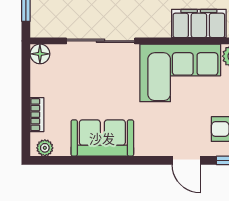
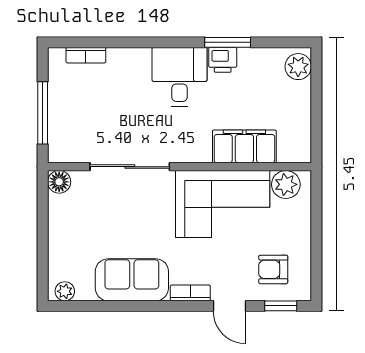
bookcase: (37, 115) -> (190, 293), moved, turned -90

